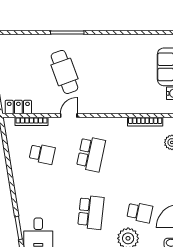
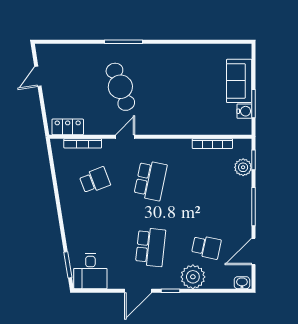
school desk: (42, 154) -> (95, 180), turned -33

